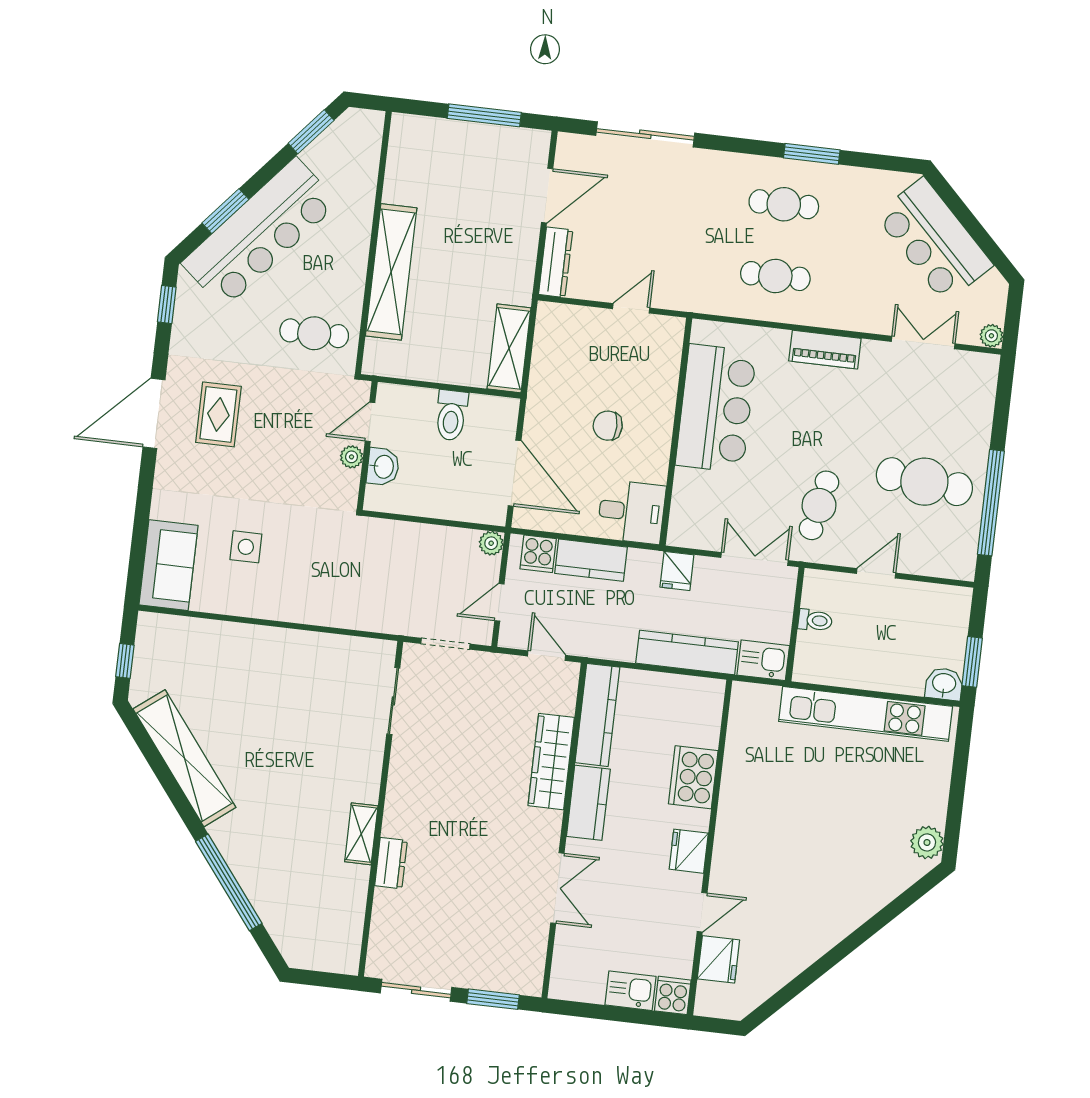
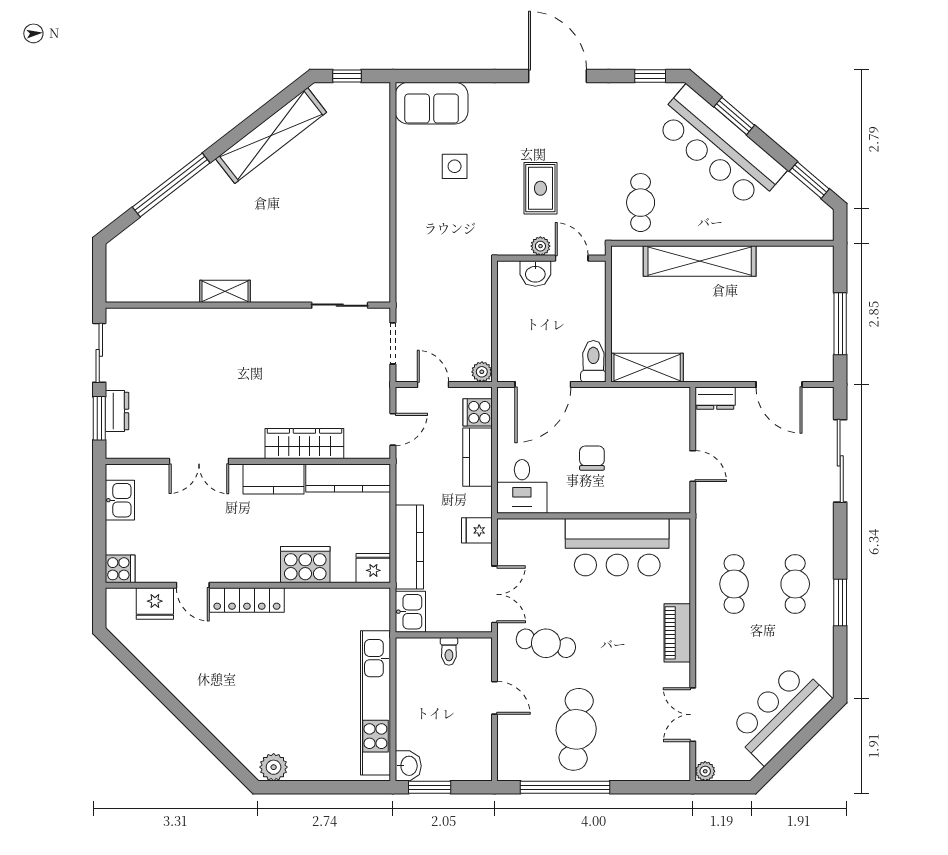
dresser: (556, 262) -> (715, 398), width x0.70
double door: (923, 343) -> (693, 715), swing flipped
rug: (218, 414) -> (540, 188), moved, turned 90
toilet: (451, 415) -> (593, 361), moved, turned 90
fridge: (689, 851) -> (373, 568), moved
locker: (727, 851) -> (247, 600), added
dresser: (391, 863) -> (117, 411), moved, turned -90
kitchen sink: (630, 991) -> (120, 500), moved

